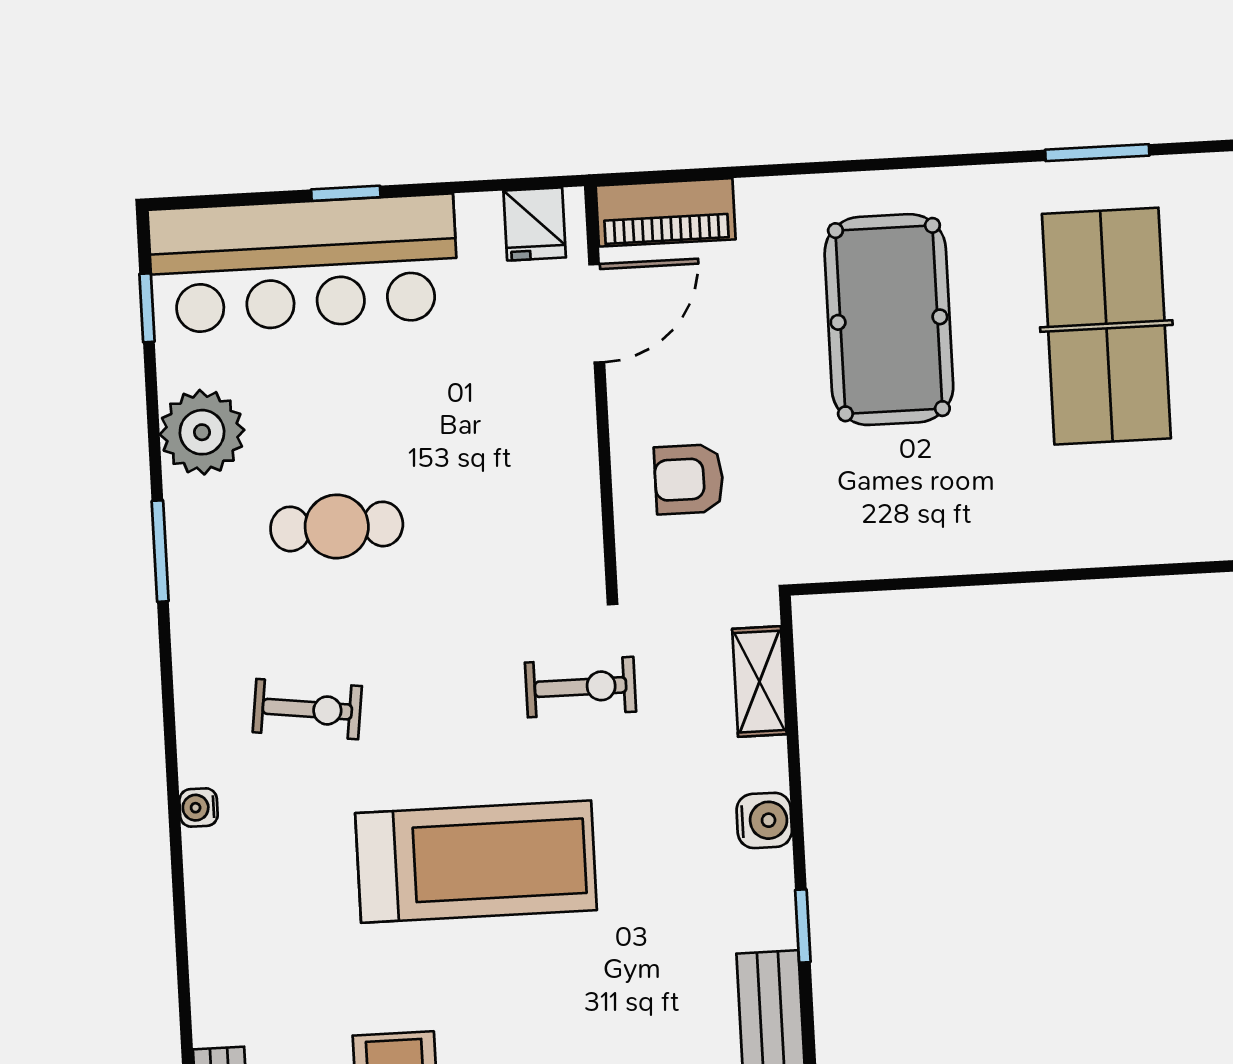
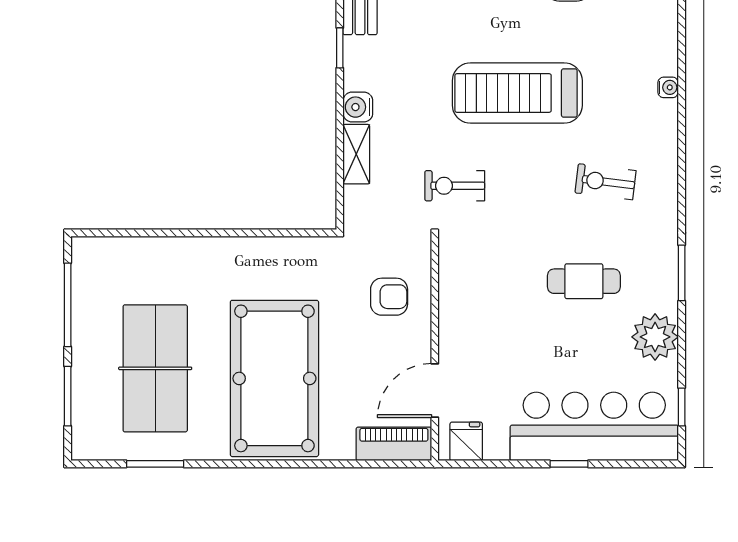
pool table: (889, 320) -> (274, 378), width x1.36, depth x1.32
shelving: (759, 682) -> (356, 154), moved
water cooler: (199, 808) -> (668, 87), moved

